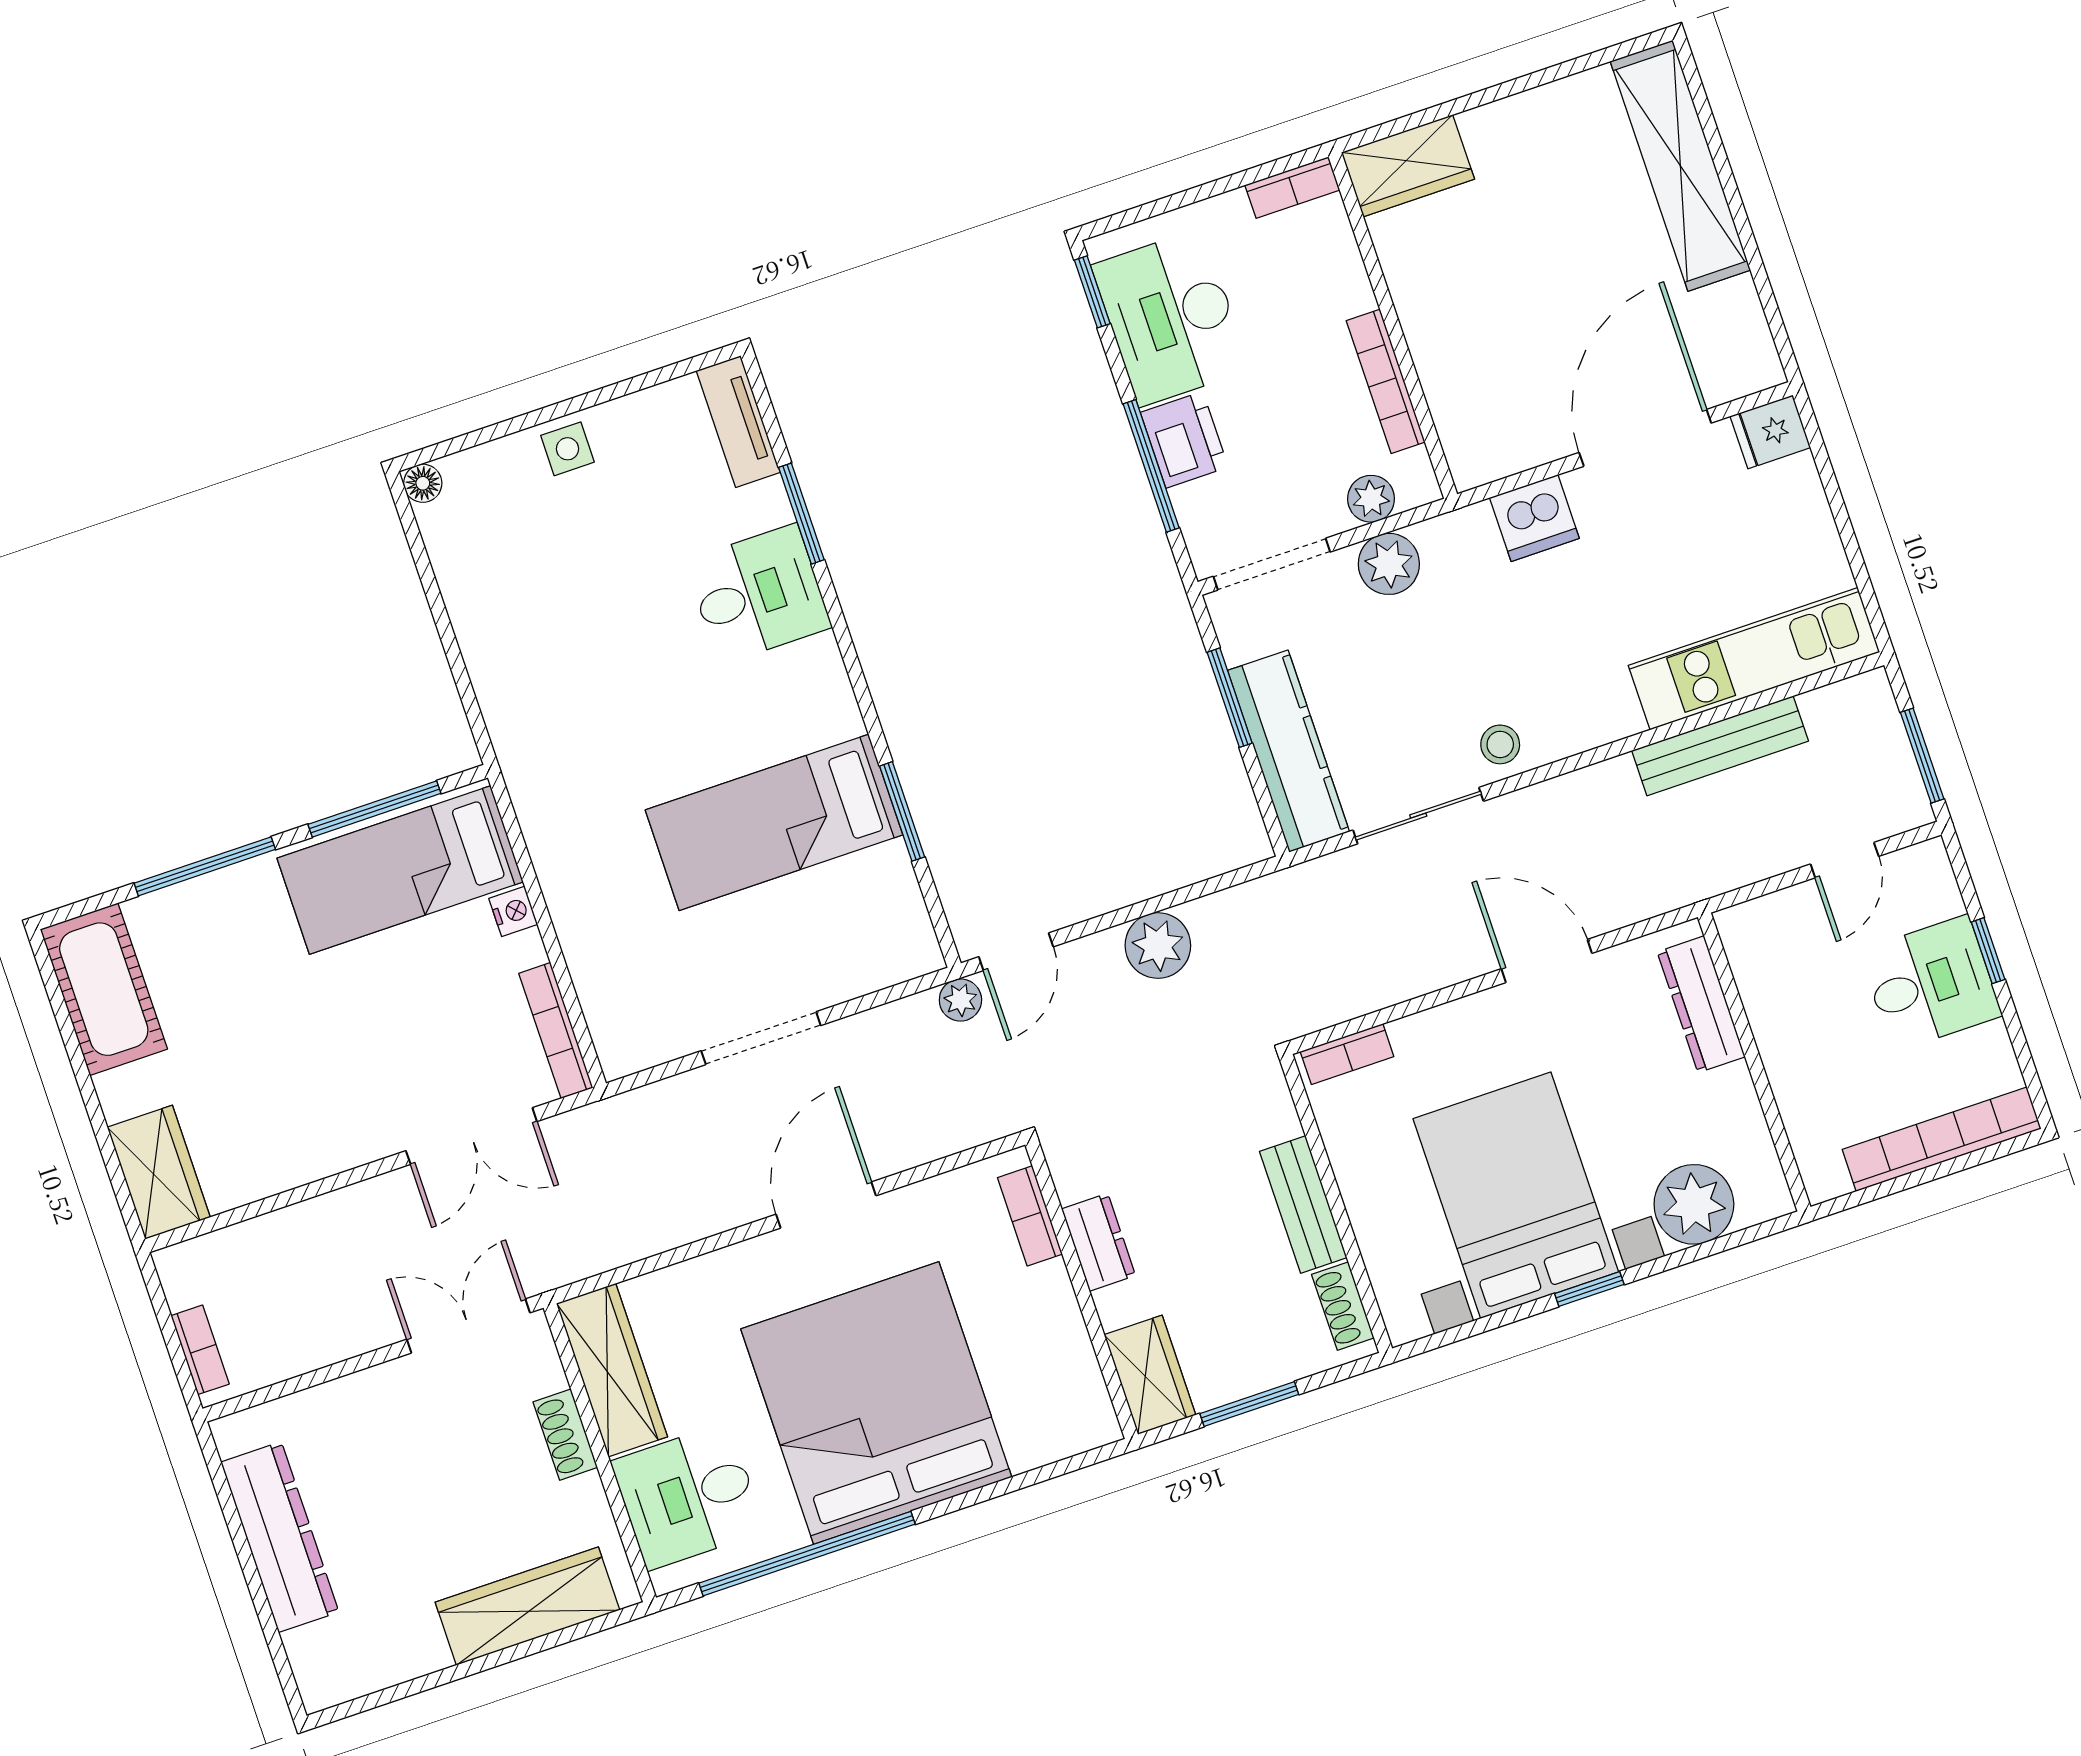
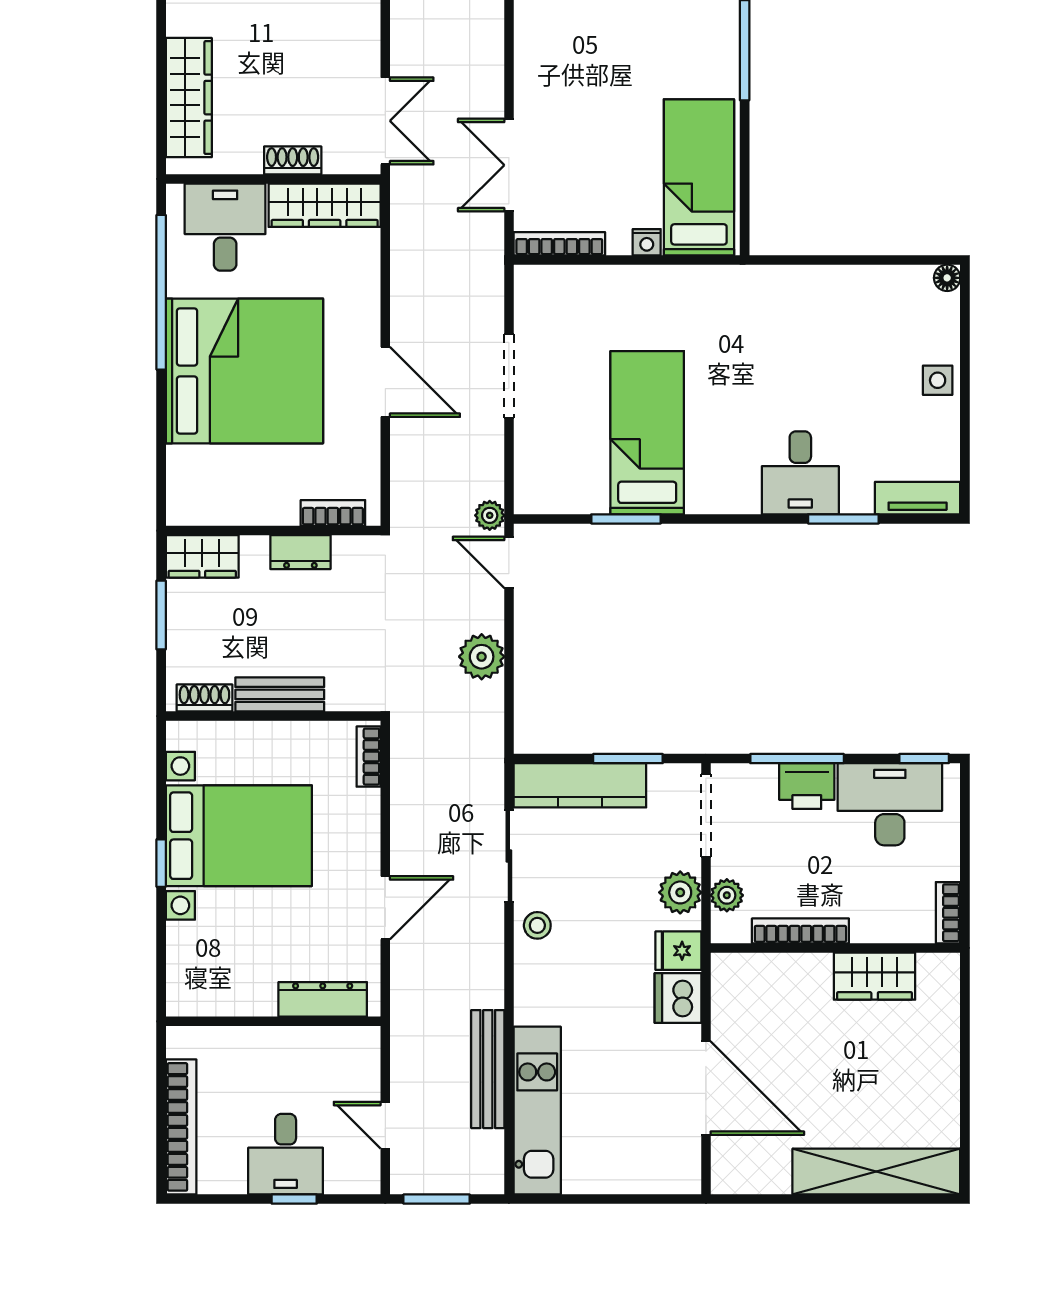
wardrobe: (1408, 166) -> (875, 976), moved, turned -90
fridge: (1770, 432) -> (678, 951), moved, turned -90
window: (374, 809) -> (745, 174), removed
plant: (1694, 1204) -> (193, 950), removed

